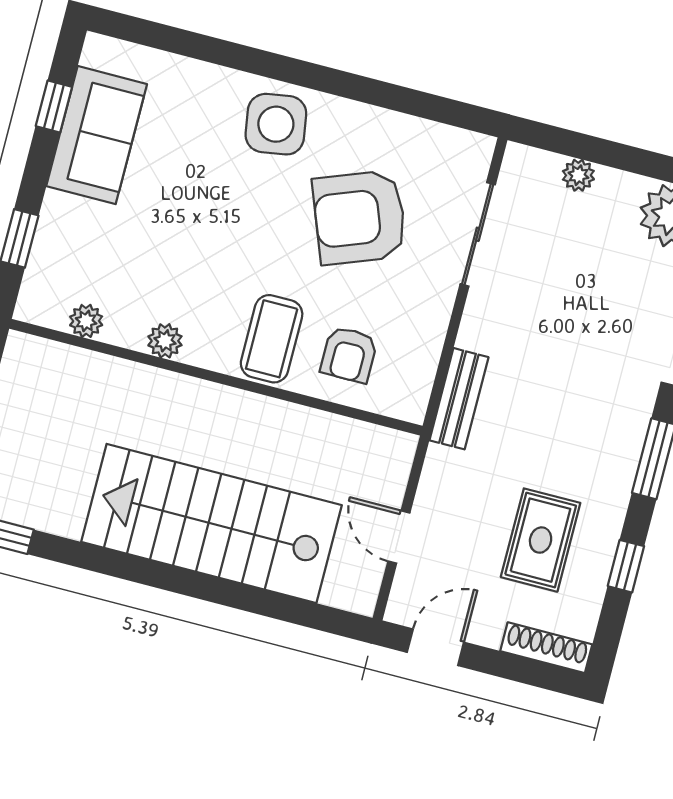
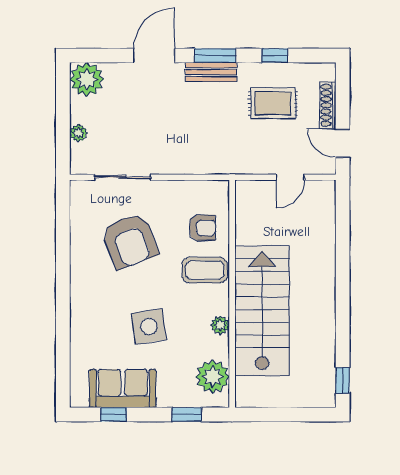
side table: (276, 124) -> (149, 326), moved
plant: (86, 321) -> (213, 377), width x1.88, depth x1.88
bench: (459, 399) -> (211, 72), moved
stairs: (212, 524) -> (262, 311), moved, turned 180
shoe rack: (546, 648) -> (328, 105), moved

